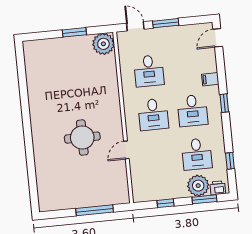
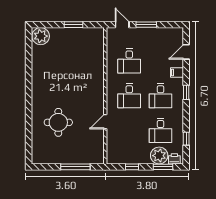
door: (218, 38) -> (186, 52), moved
plant: (103, 44) -> (41, 36), moved
round table: (82, 138) -> (58, 122), moved

